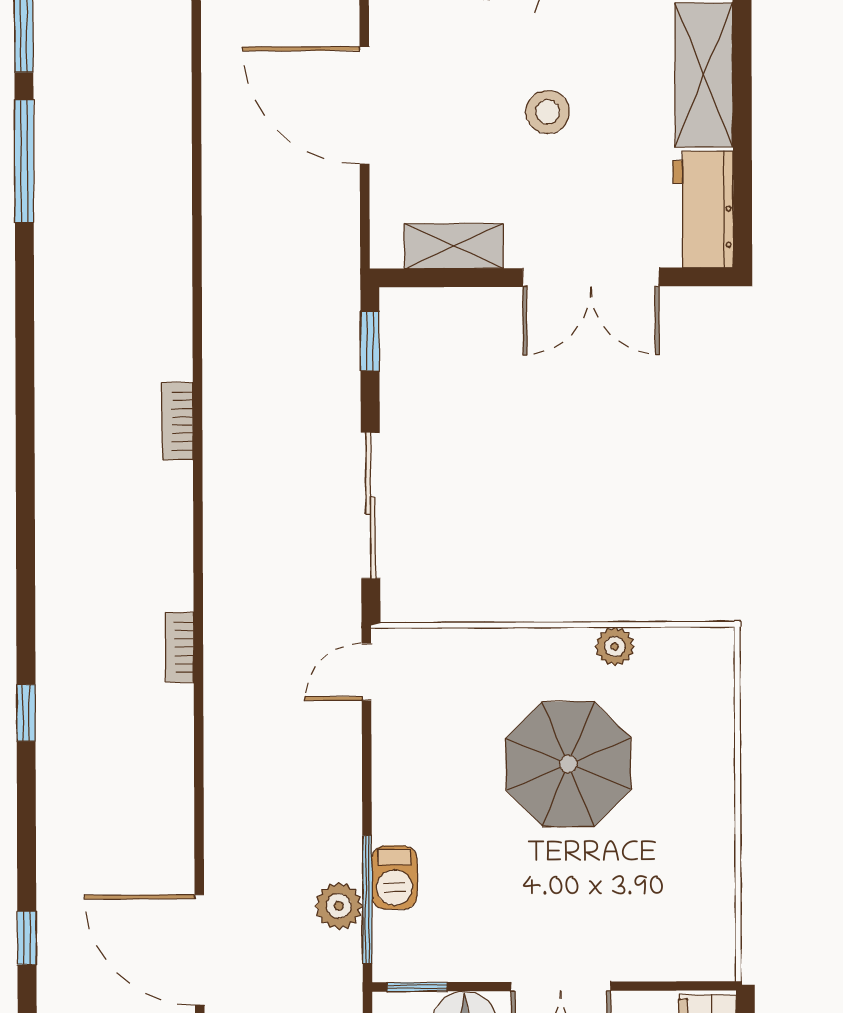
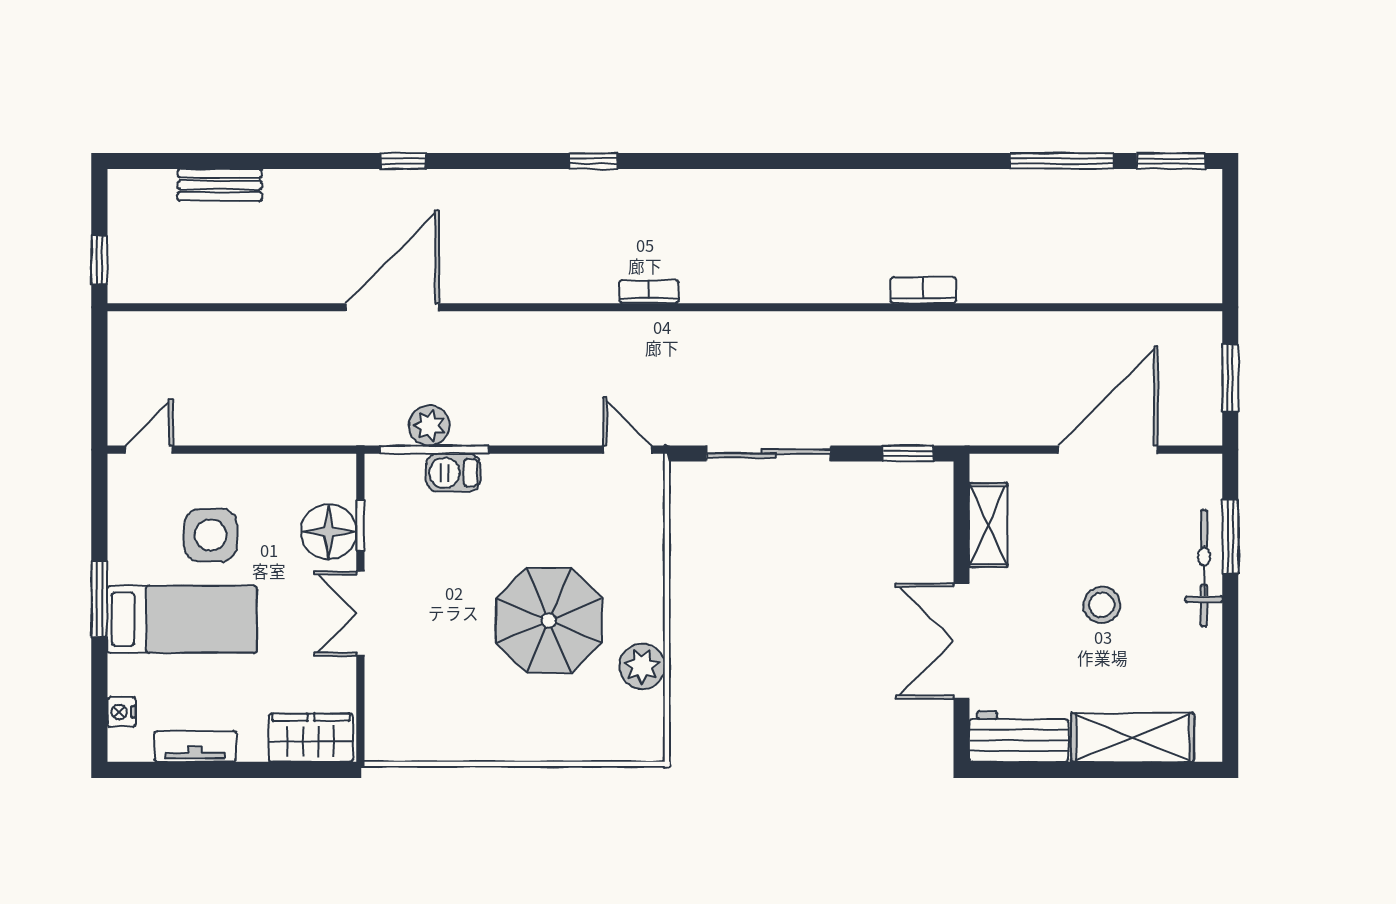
bookcase: (177, 421) -> (923, 290), moved
plant: (615, 647) -> (642, 666), width x1.38, depth x1.38
window: (417, 987) -> (360, 525), moved

